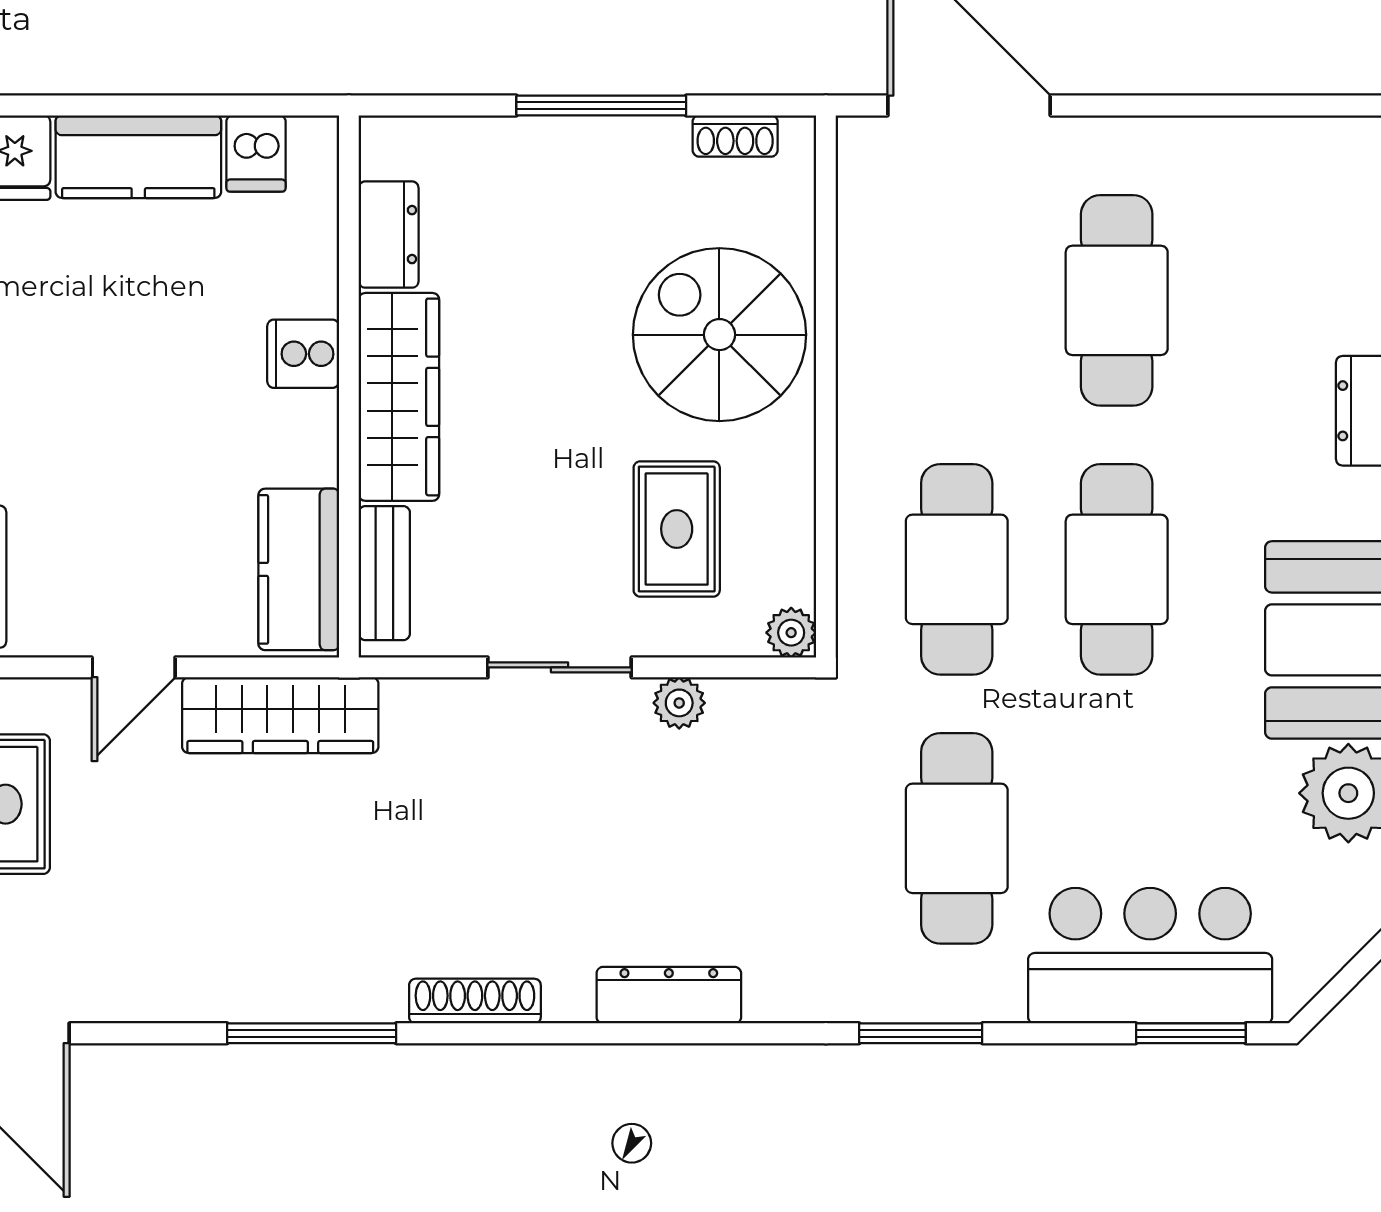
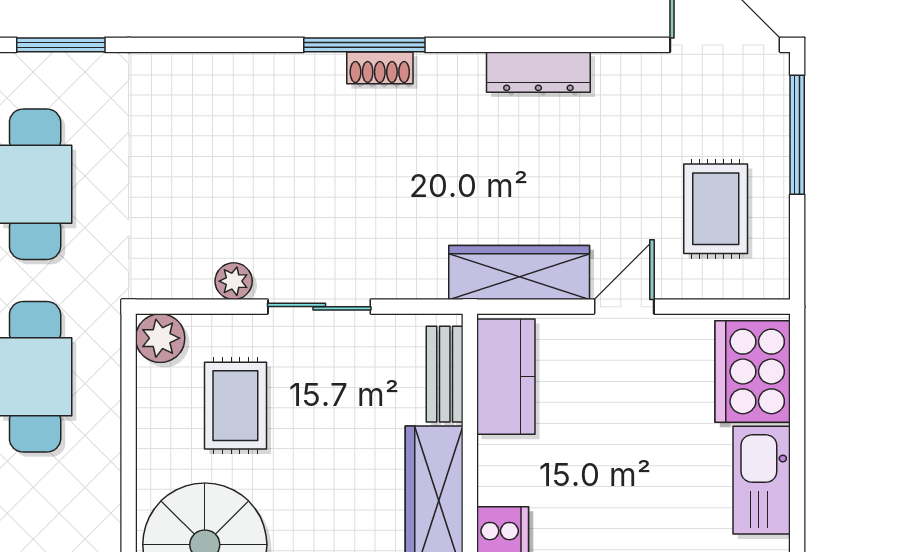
plant: (791, 633) -> (160, 338), width x1.38, depth x1.38
dresser: (669, 995) -> (538, 72), moved
shoe rack: (475, 1001) -> (380, 68), width x0.70
window: (312, 1033) -> (364, 45), moved

